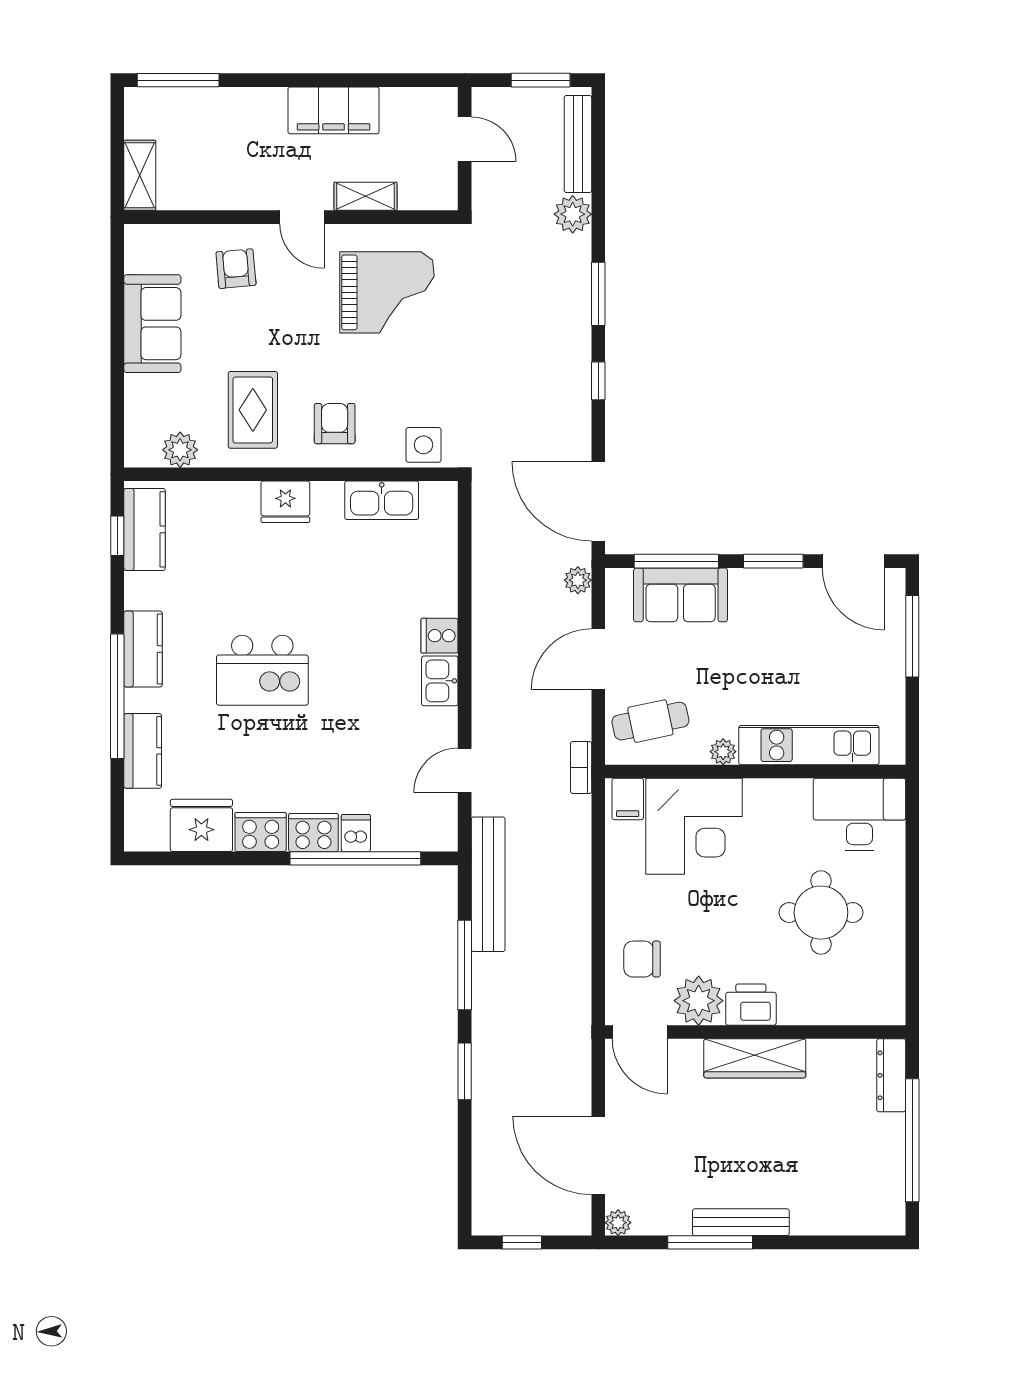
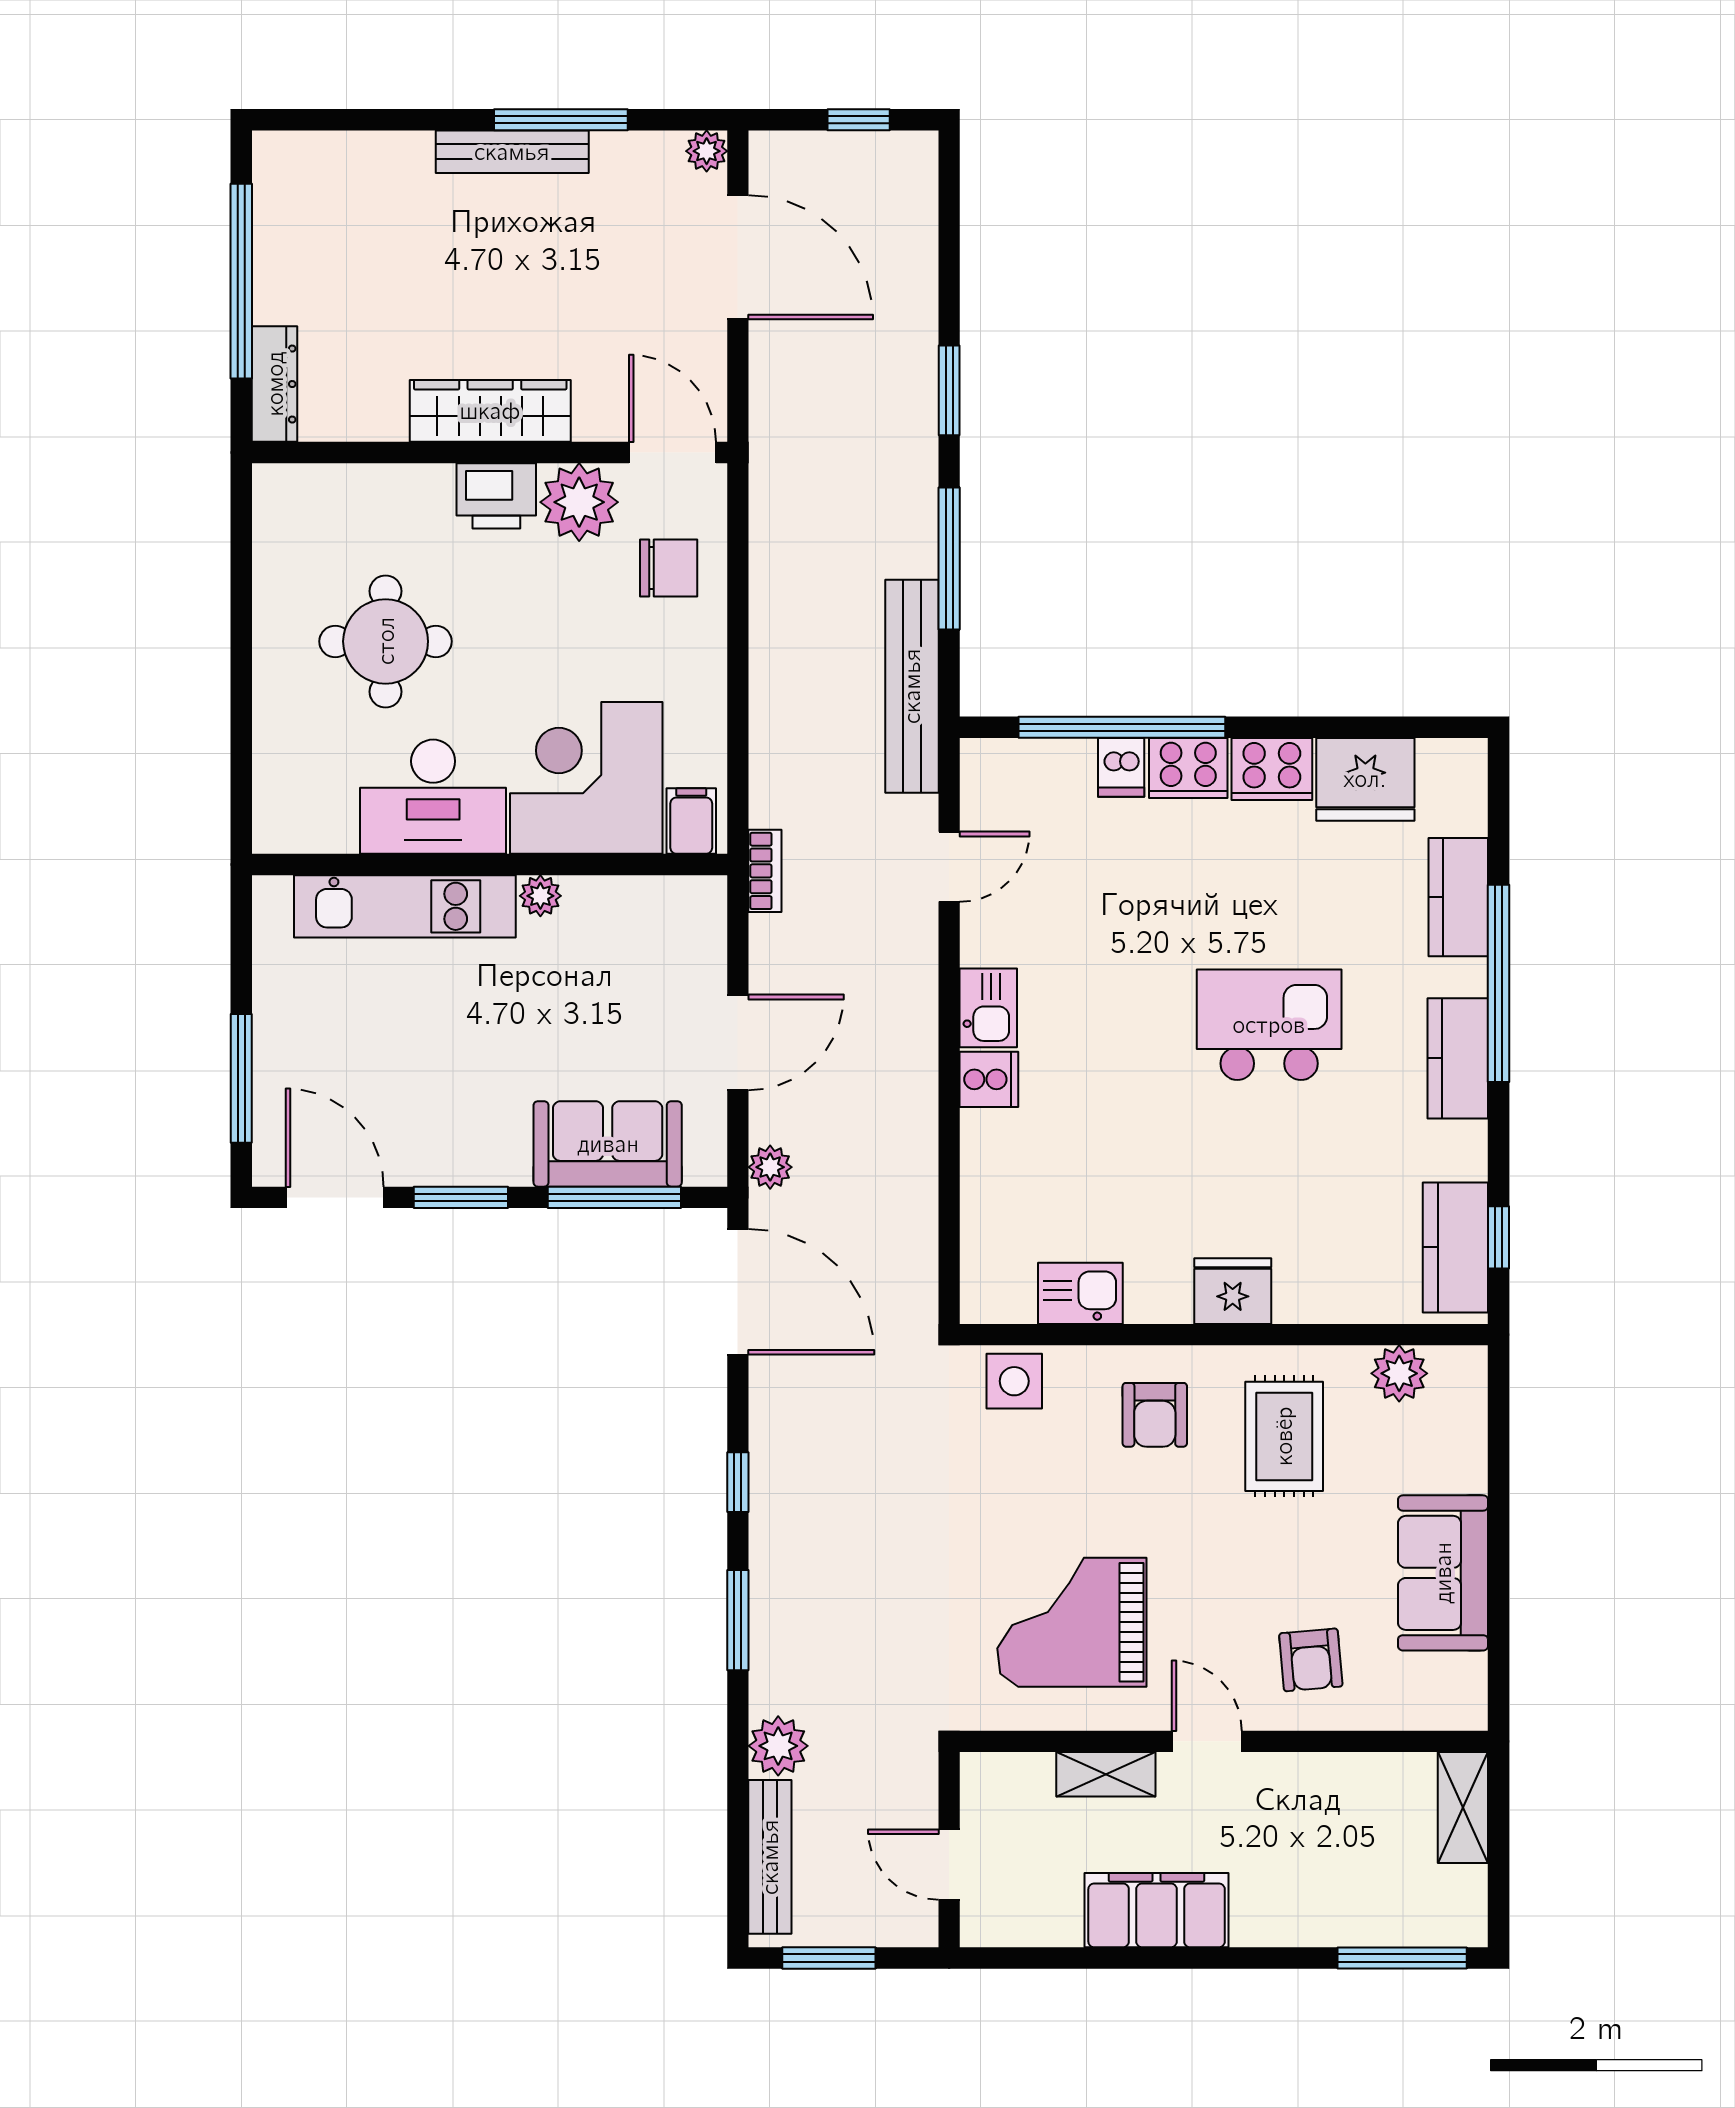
kitchen sink: (382, 500) -> (1080, 1293), width x0.73
cafe table: (650, 721) -> (655, 944), removed
desk: (859, 814) -> (433, 797), moved

